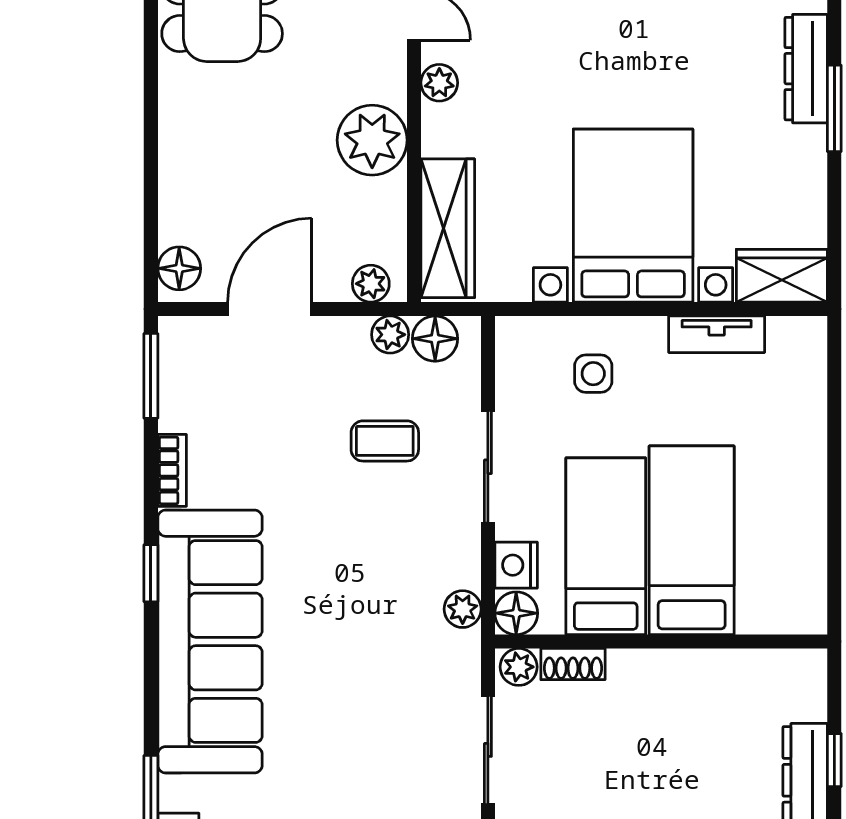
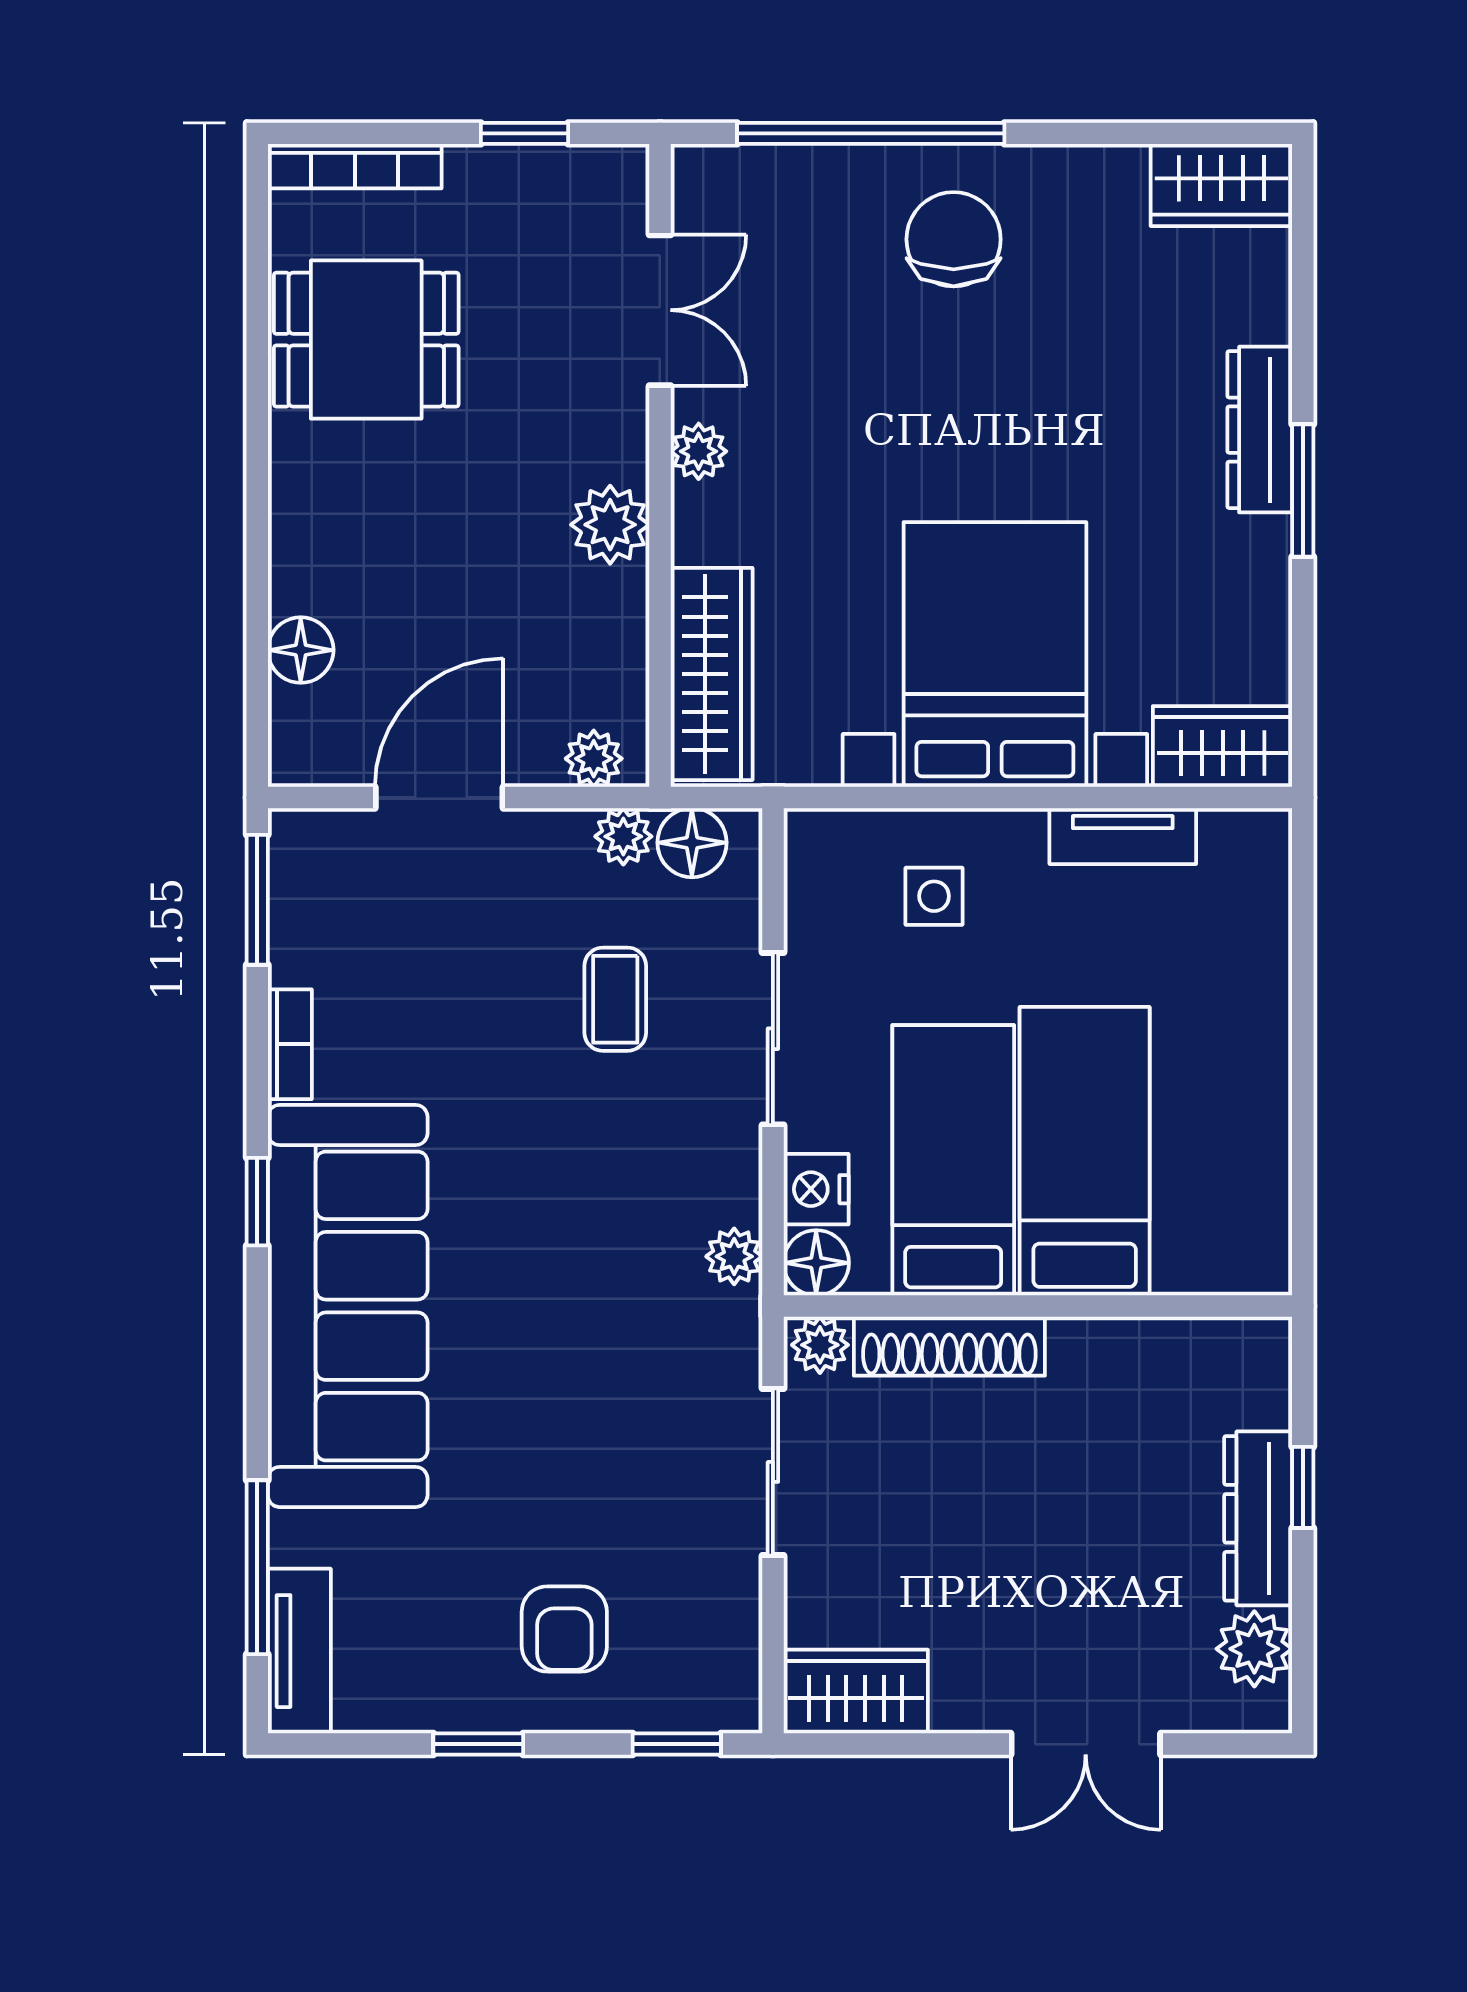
plant: (372, 140) -> (610, 525), width x0.73, depth x0.73
floor lamp: (179, 268) -> (301, 650), moved
coffee table: (385, 441) -> (615, 999), turned 90
shoe rack: (573, 664) -> (949, 1346), width x1.94, depth x1.24

